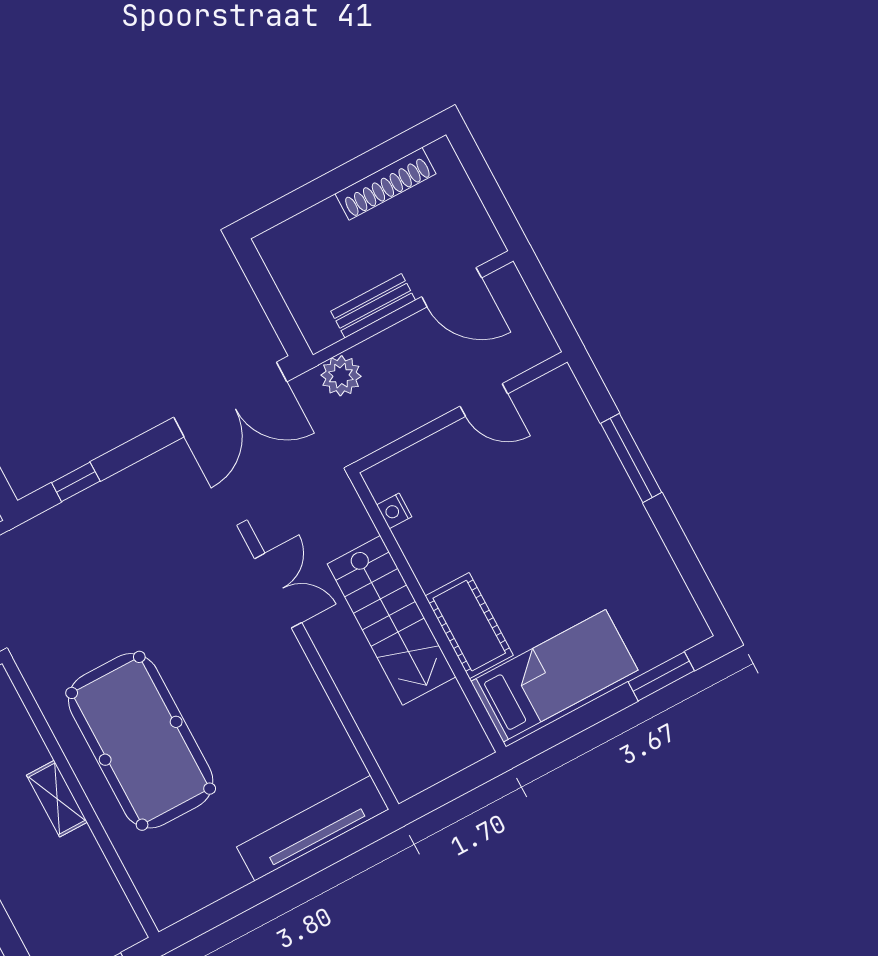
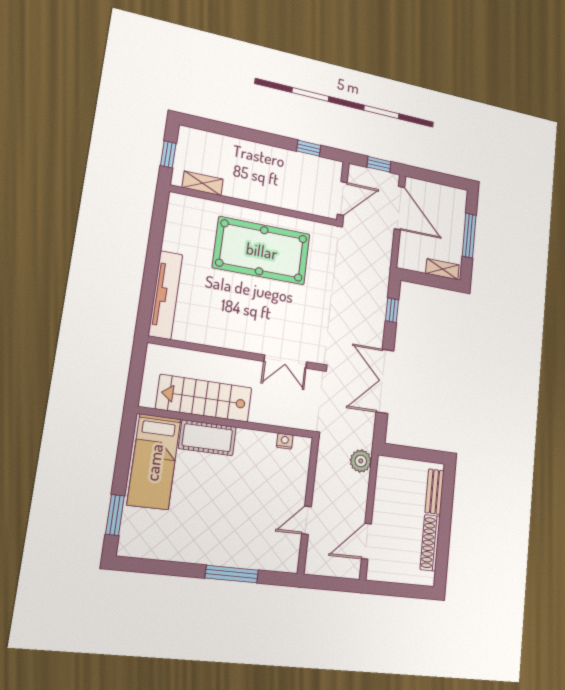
bench: (373, 306) -> (435, 492), moved
double door: (230, 399) -> (385, 381), moved
stairs: (392, 620) -> (204, 398), moved
shelving: (57, 799) -> (203, 183), moved

